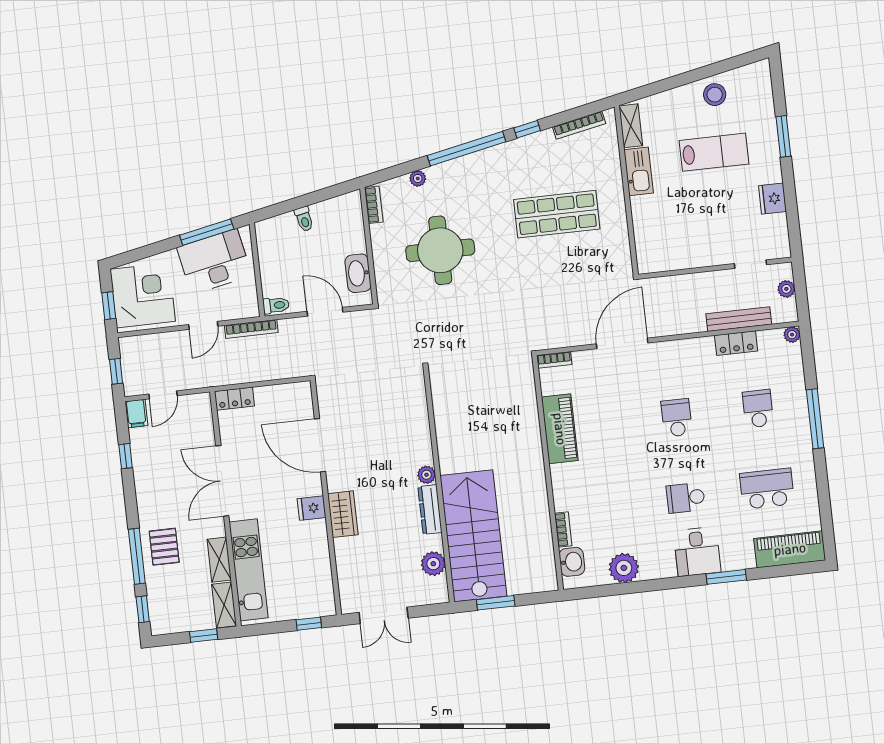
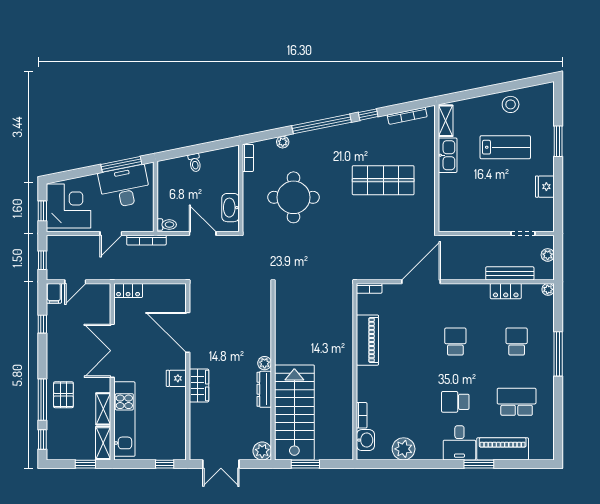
piano: (790, 549) -> (503, 449), moved
plant: (433, 564) -> (262, 451), moved

